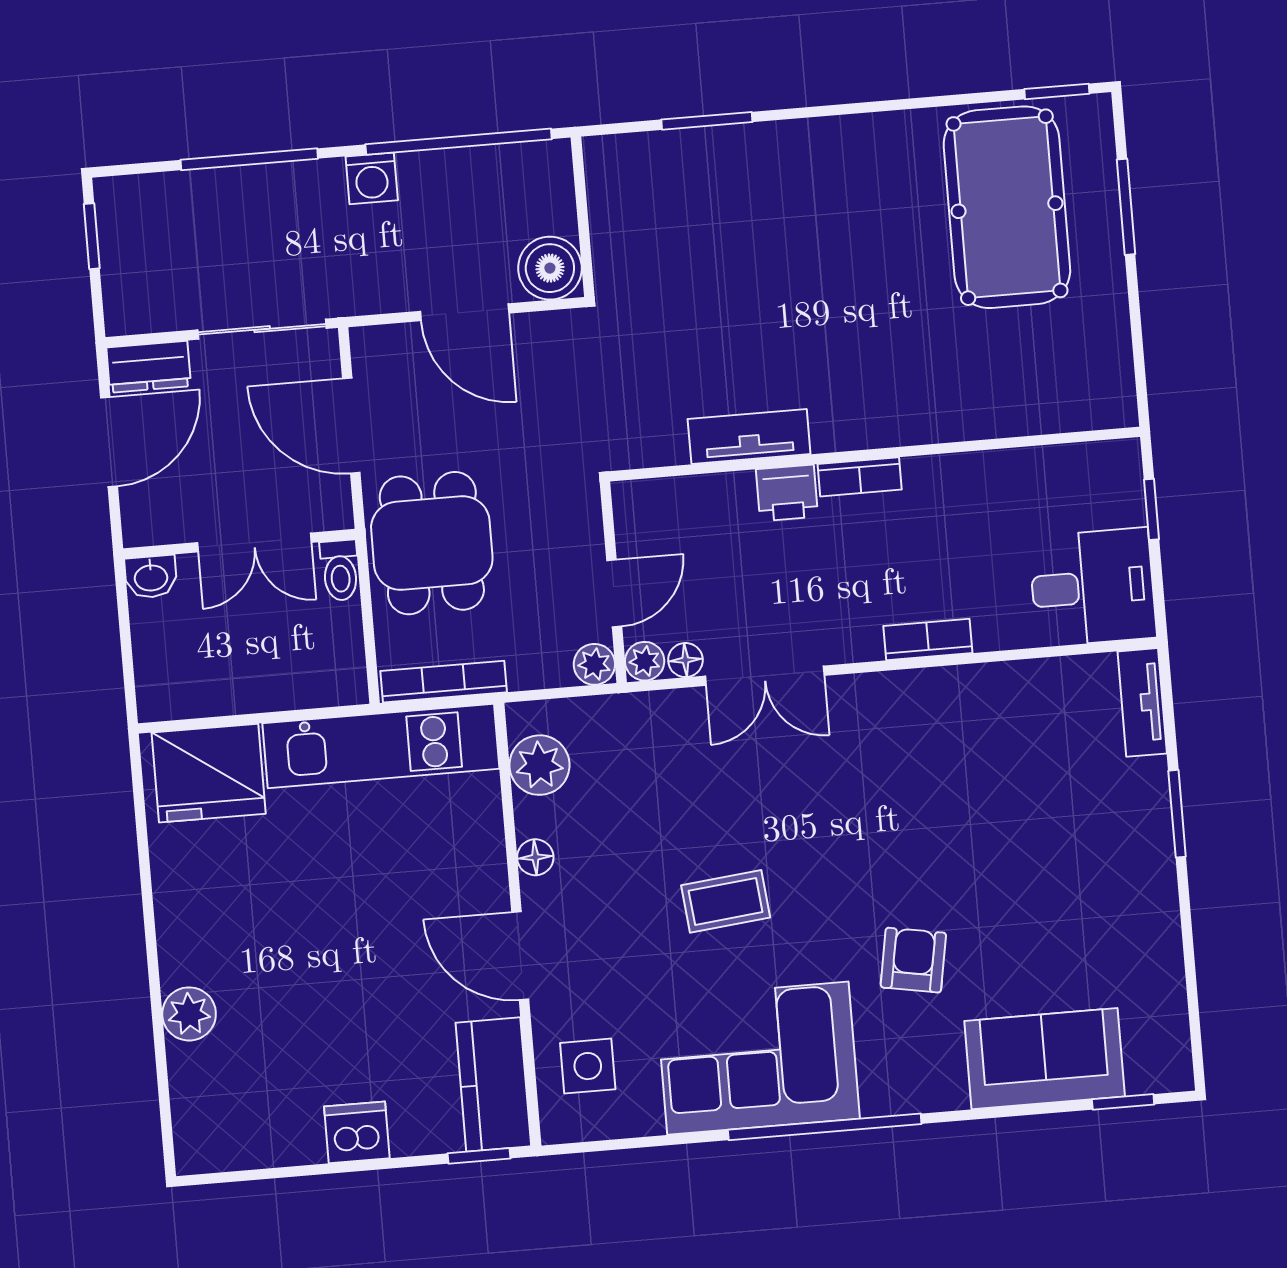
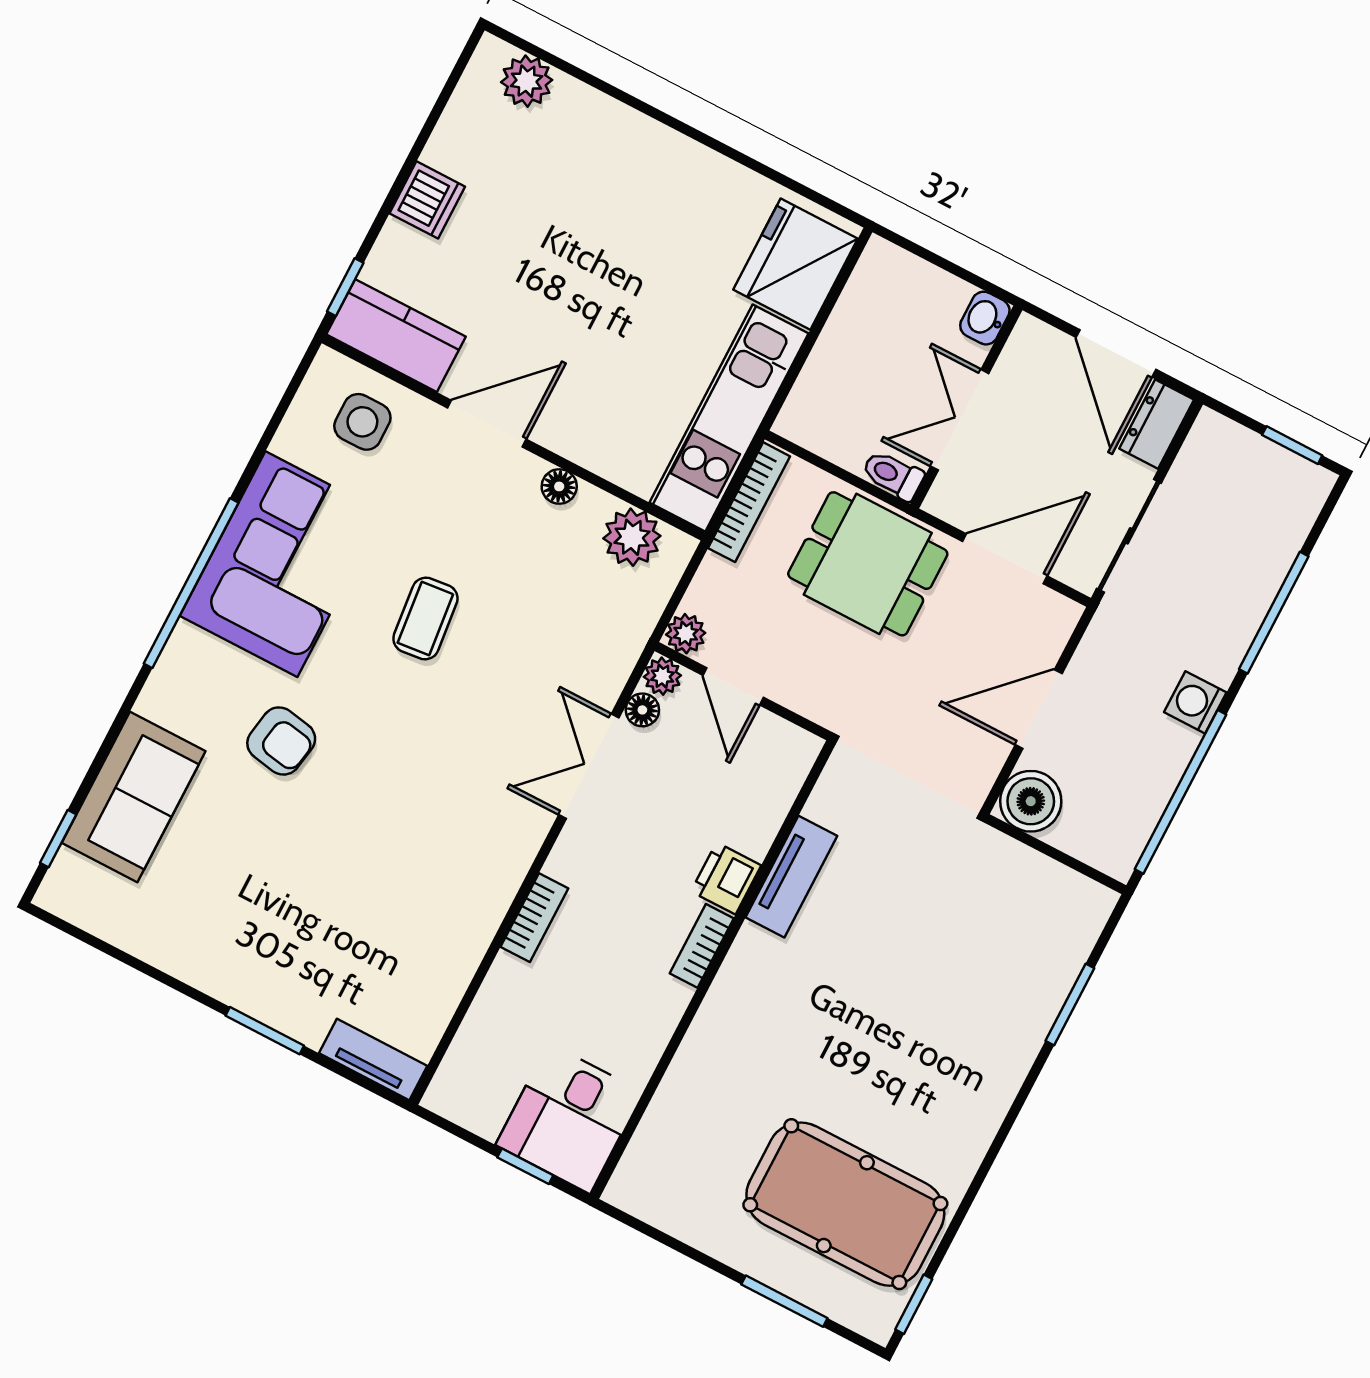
desk: (1093, 587) -> (569, 1118), moved
plant: (189, 1014) -> (527, 81), moved

